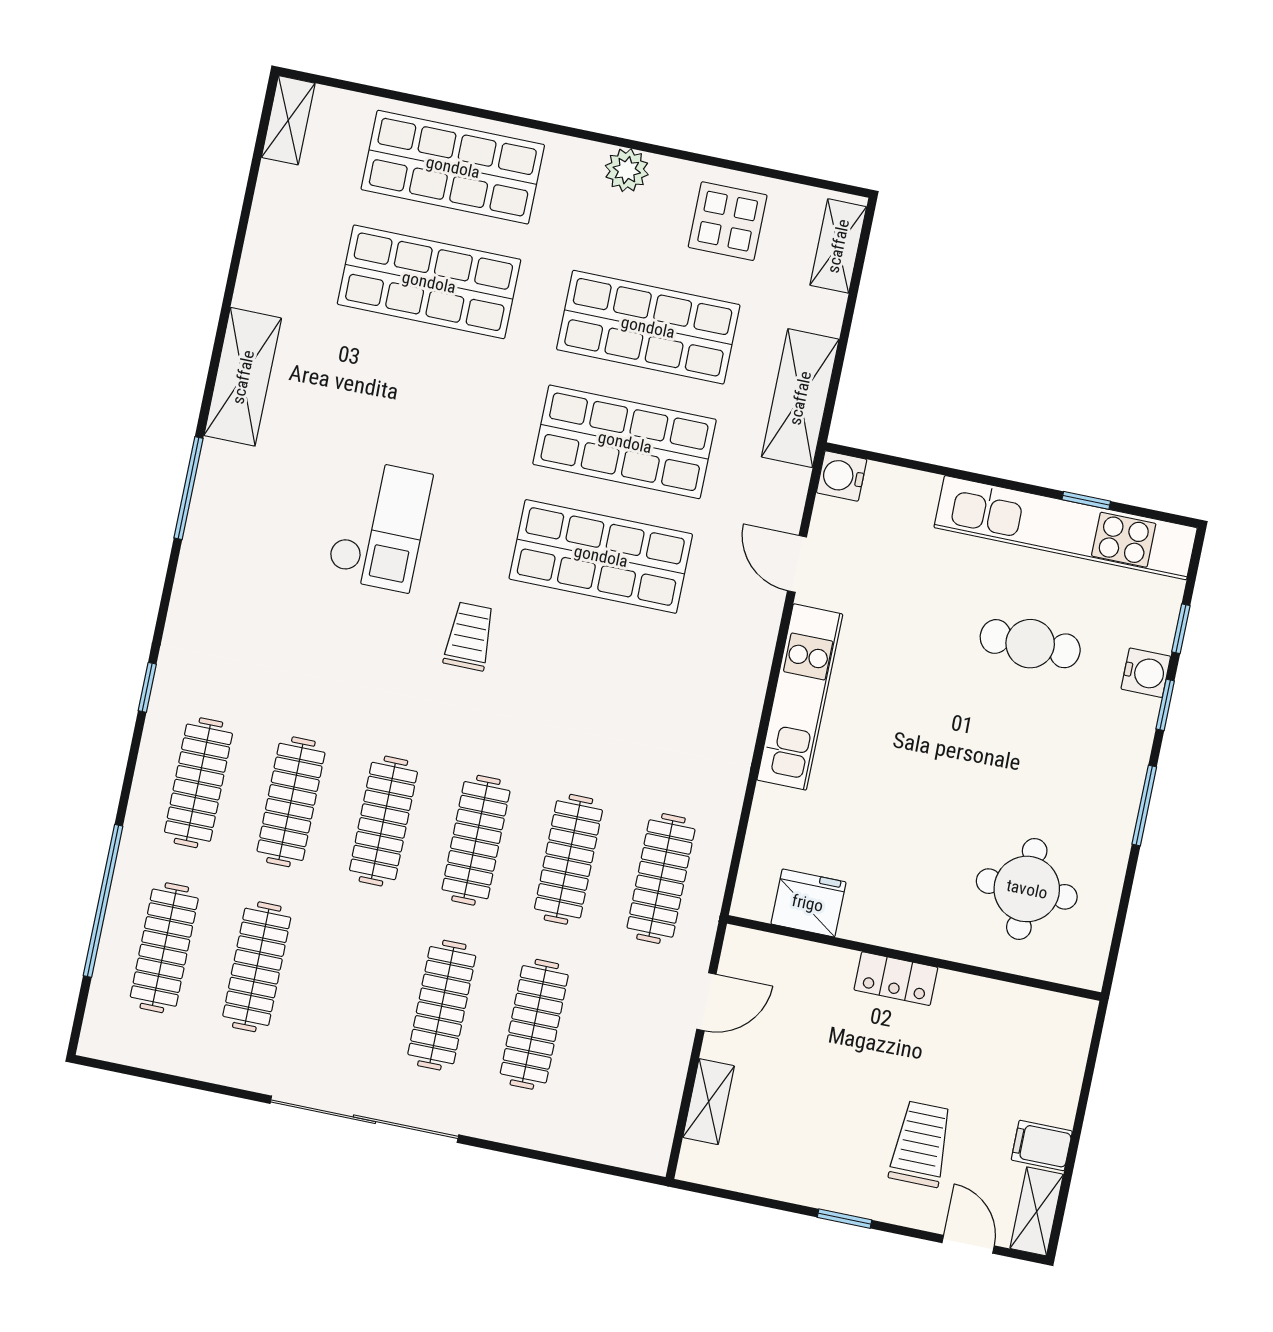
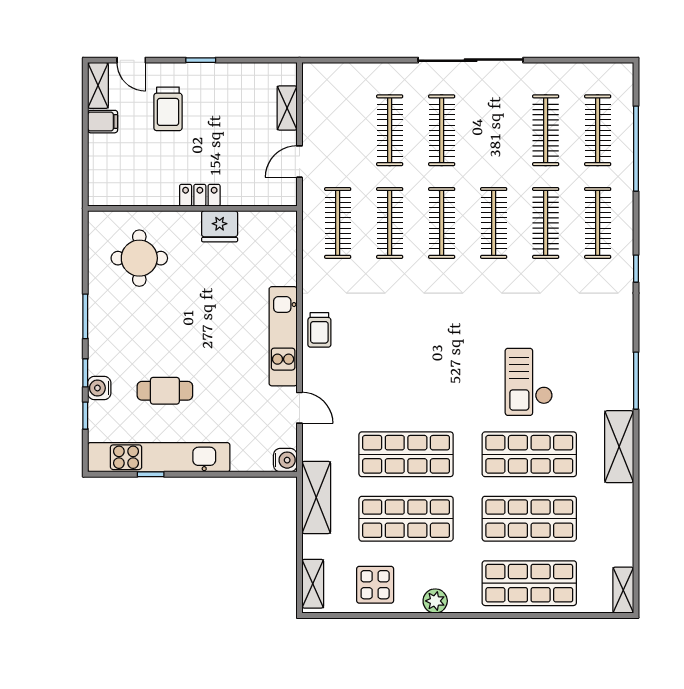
shop shelf: (601, 556) -> (529, 454), moved
trolley: (469, 636) -> (319, 330), moved
fridge: (808, 903) -> (220, 226), moved

